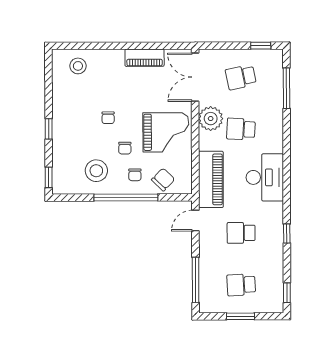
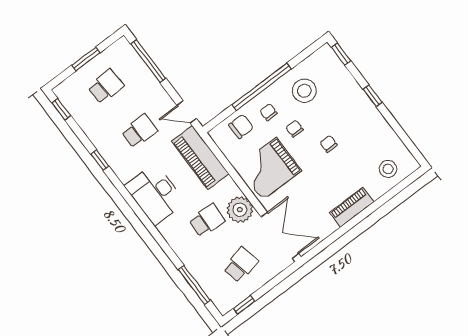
piano: (145, 58) -> (352, 207), moved
chair: (163, 180) -> (241, 126), turned -134
door: (195, 221) -> (187, 112), swing flipped

